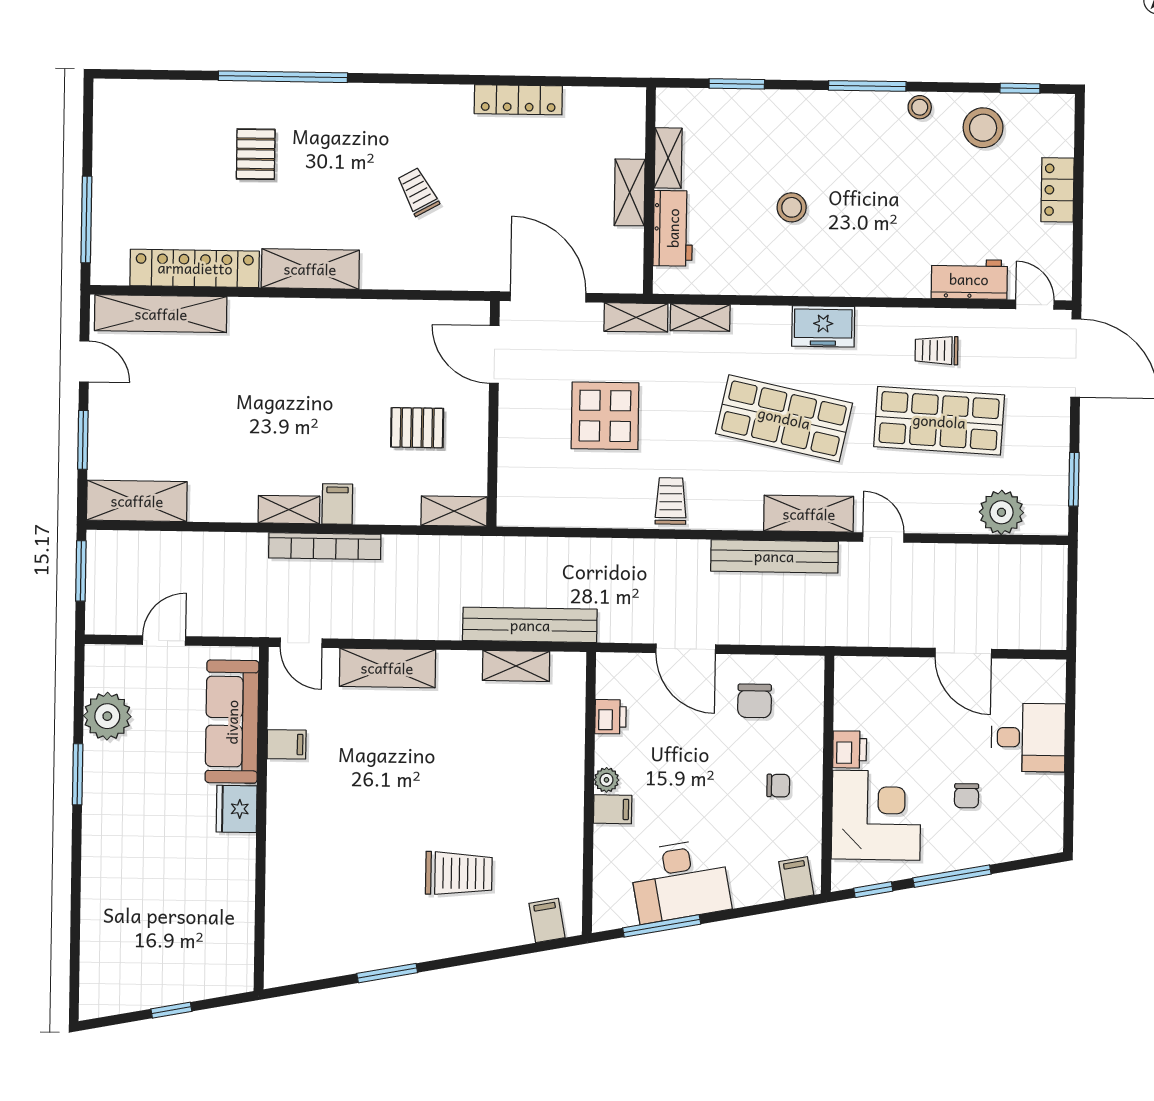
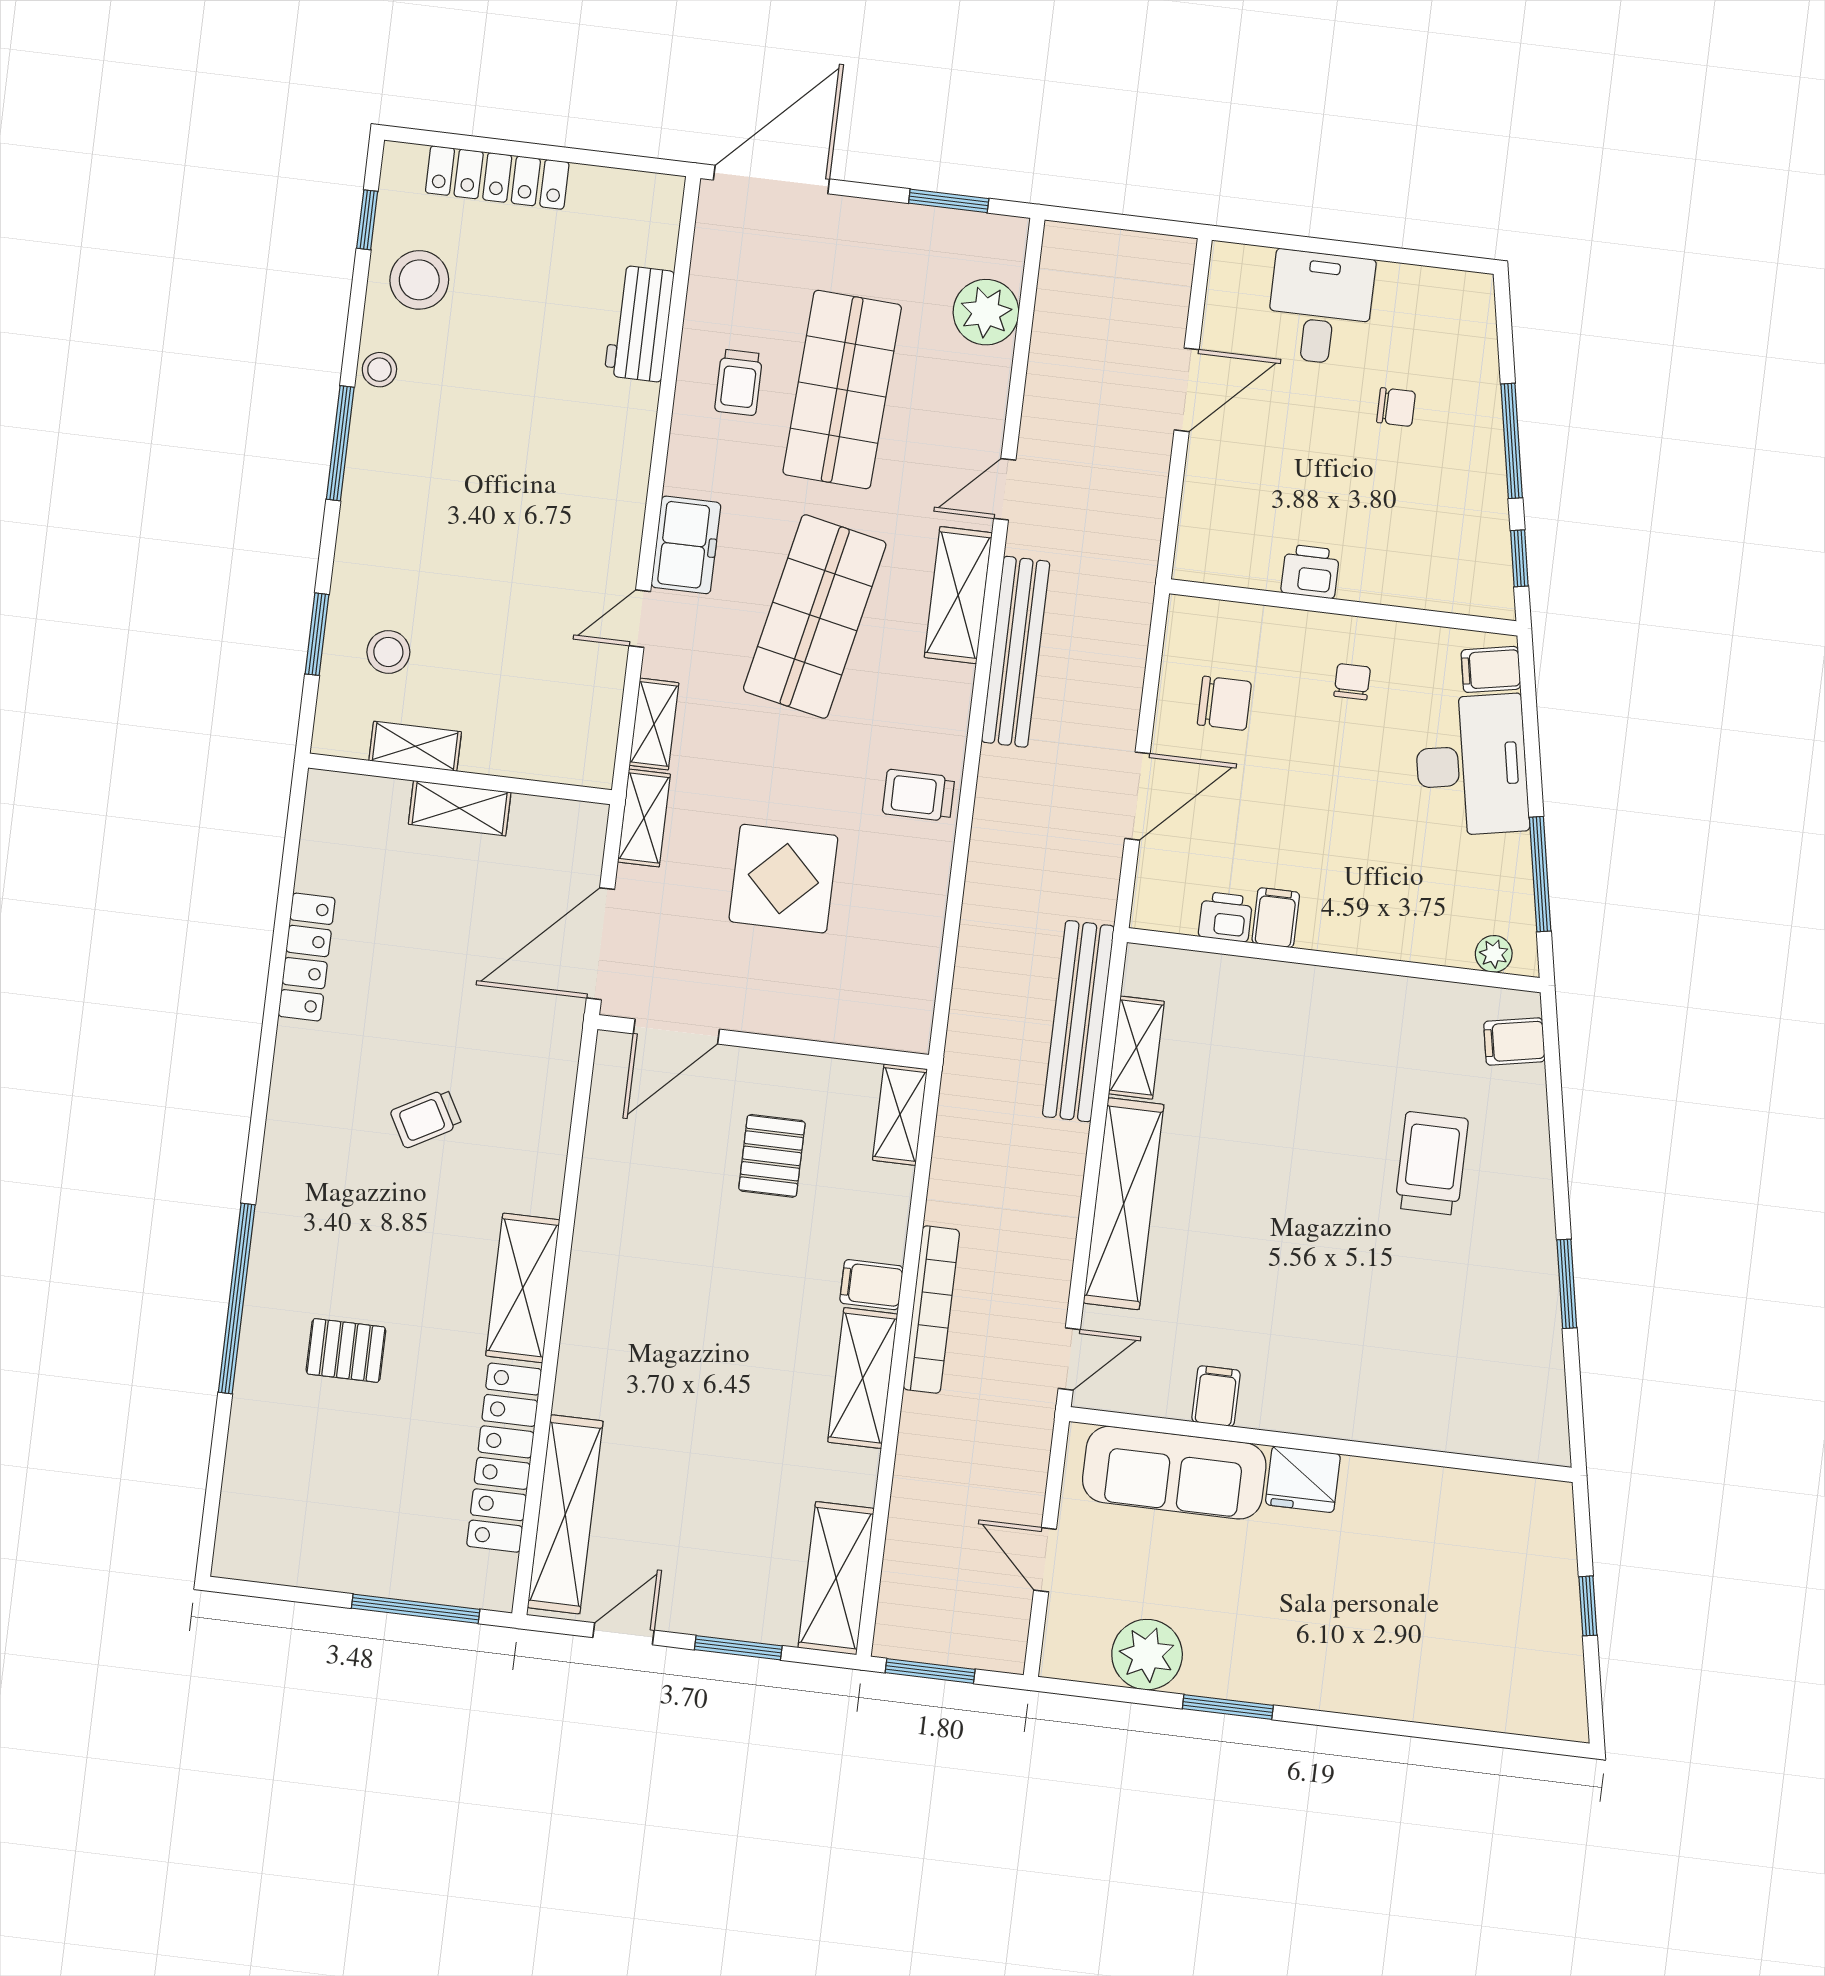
locker: (1057, 190) -> (497, 177), width x1.53
stool: (792, 207) -> (388, 652), moved
workbench: (673, 228) -> (519, 750), removed
door: (1035, 305) -> (640, 619), moved
shelving: (289, 510) -> (863, 1378), width x1.50, depth x1.33
shelving: (387, 668) -> (1124, 1204), width x1.47
plant: (606, 780) -> (1494, 954), moved
filing cabinet: (613, 809) -> (1276, 918), moved
corner desk: (876, 815) -> (1411, 542), removed
desk: (680, 881) -> (1471, 765), moved

